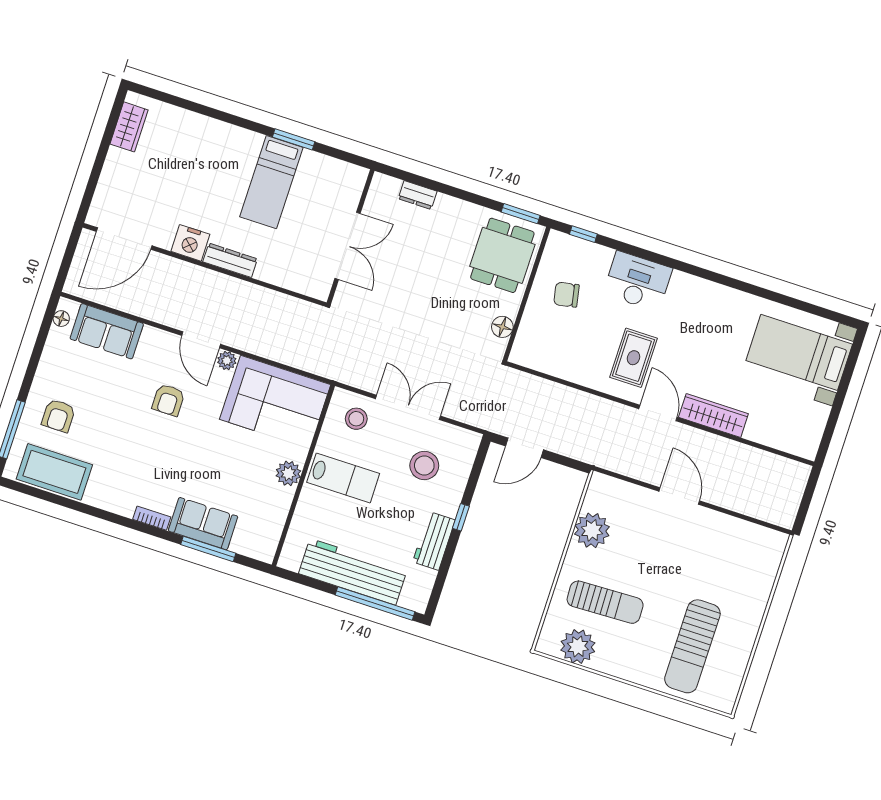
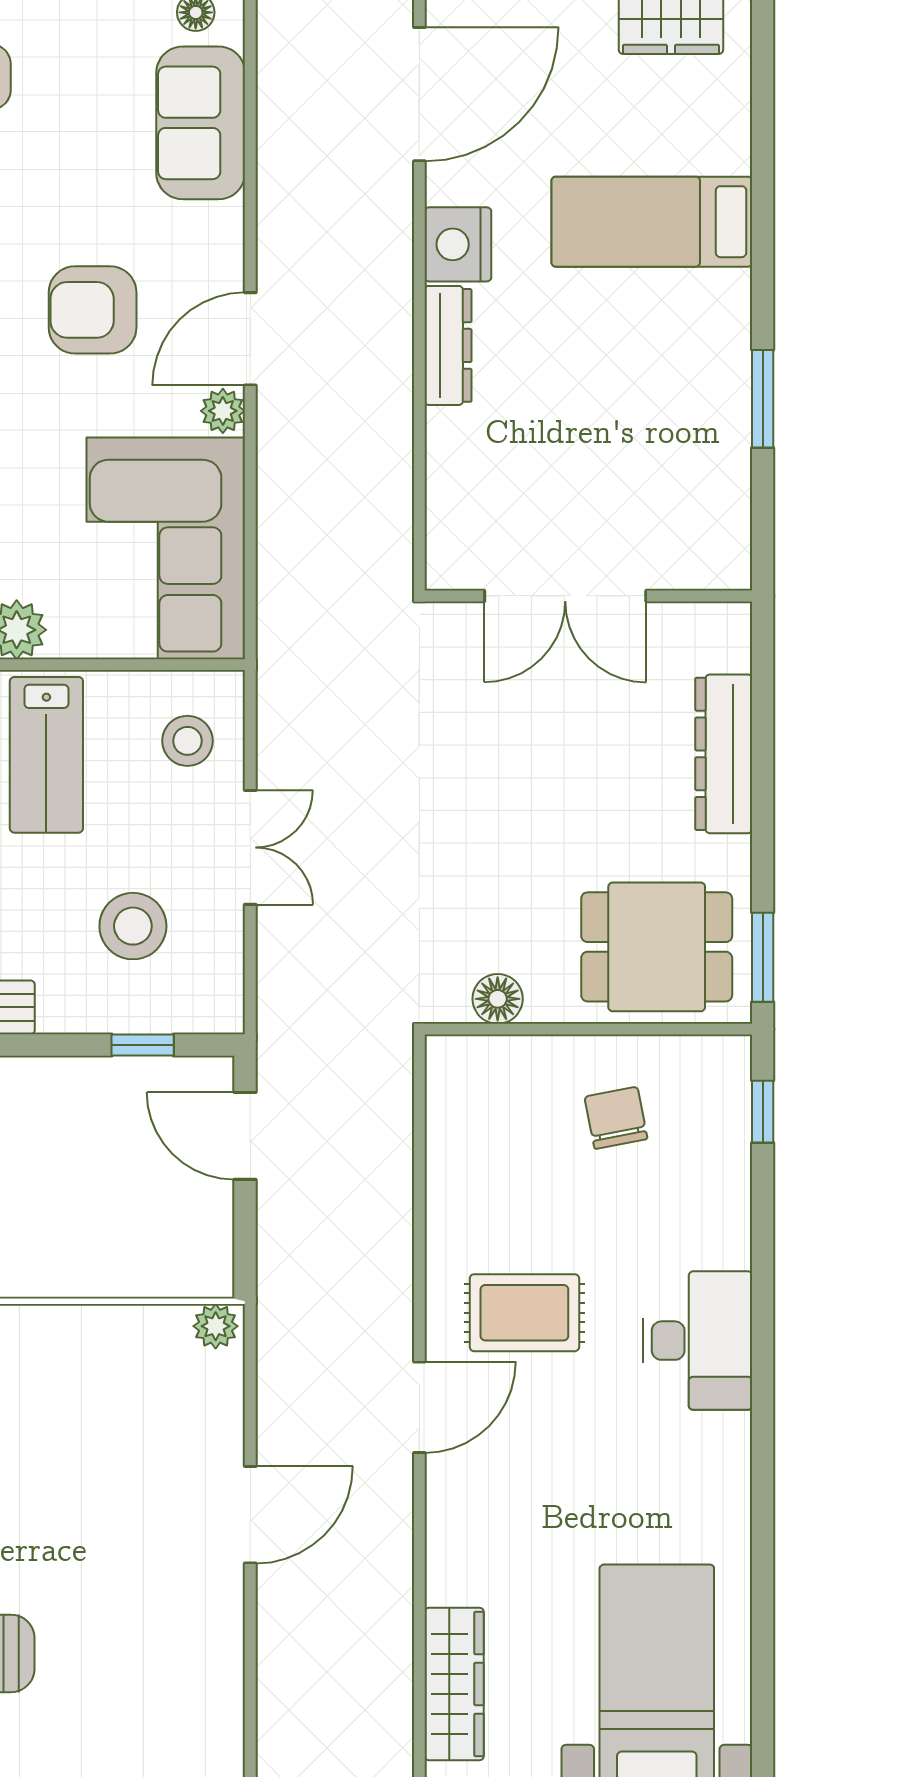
bed: (271, 182) -> (652, 222), moved
dresser: (418, 195) -> (724, 754), width x1.96, depth x1.24
door: (124, 239) -> (419, 94), swing flipped
desk: (638, 281) -> (698, 1341), moved
armchair: (168, 400) -> (93, 310), width x1.38, depth x1.38
double door: (408, 407) -> (250, 847), width x0.73
wardrobe: (713, 415) -> (454, 1684), moved
window: (461, 517) -> (143, 1045), moved
plant: (592, 530) -> (216, 1326), moved, width x0.53, depth x0.53

